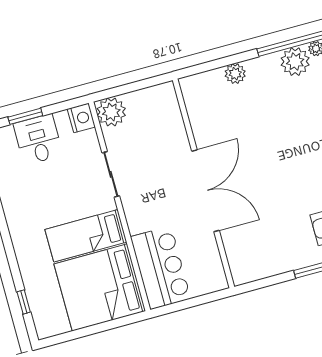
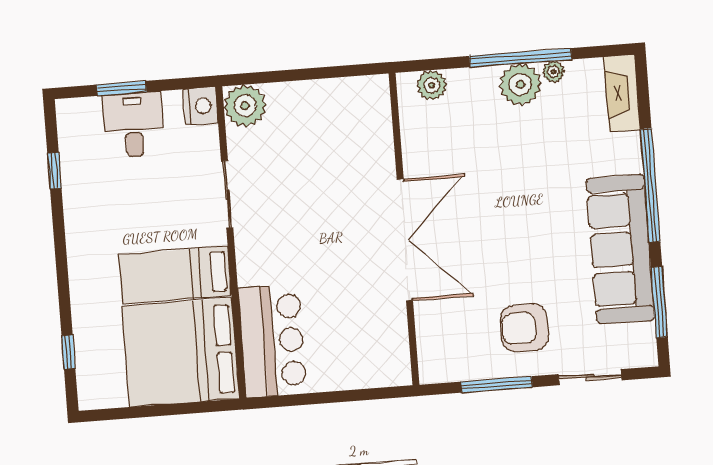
wall: (203, 183) -> (404, 229), moved
double door: (205, 191) -> (405, 240), moved

